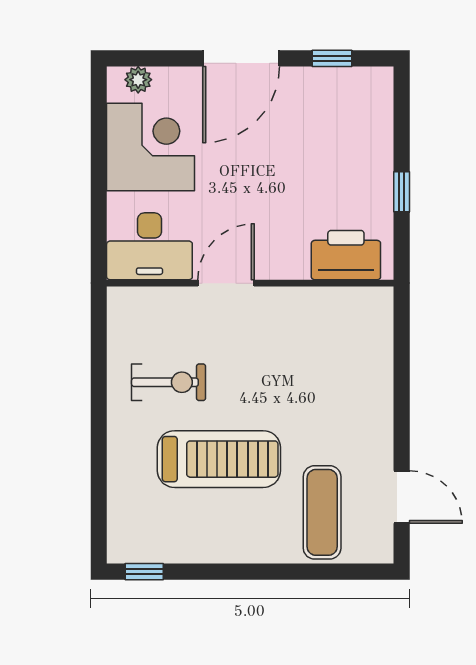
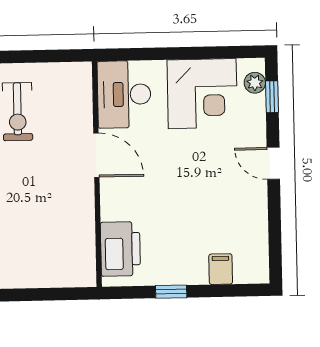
door: (241, 58) -> (273, 163), width x0.53
window: (332, 58) -> (272, 97), moved
filing cabinet: (374, 128) -> (221, 269), added

